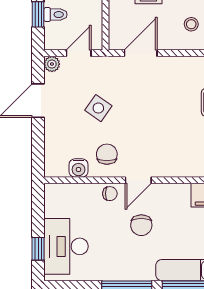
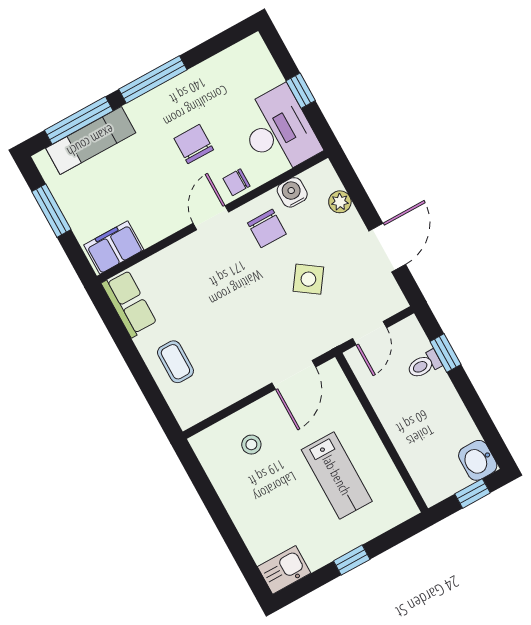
plant: (52, 64) -> (340, 202), moved
chair: (141, 225) -> (194, 144), moved
desk: (66, 246) -> (278, 131), moved
window: (38, 249) -> (301, 91), moved

